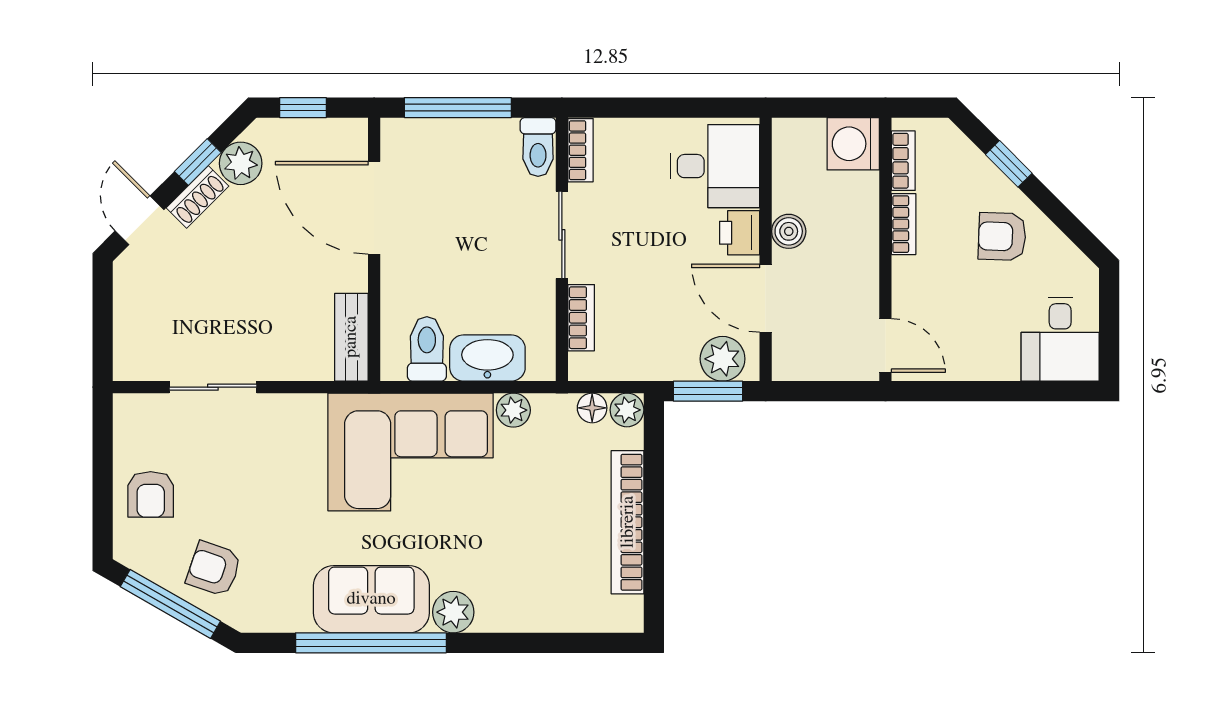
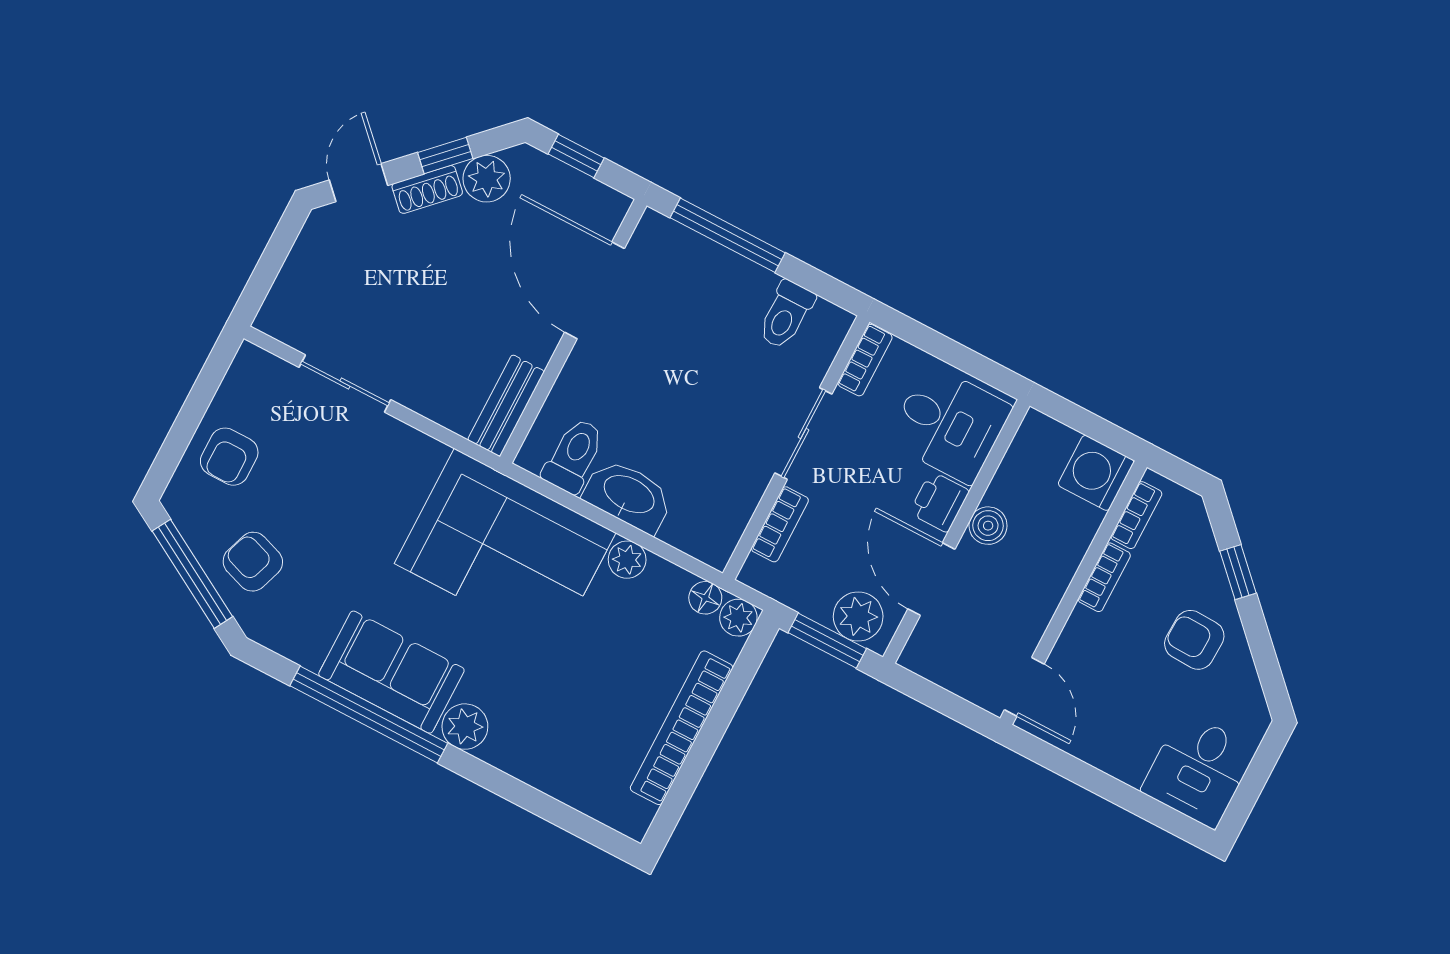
bookcase: (581, 150) -> (865, 360), moved
sliding door: (562, 235) -> (803, 434), moved
wall: (562, 249) -> (796, 448), moved
bookcase: (581, 318) -> (780, 524), moved

